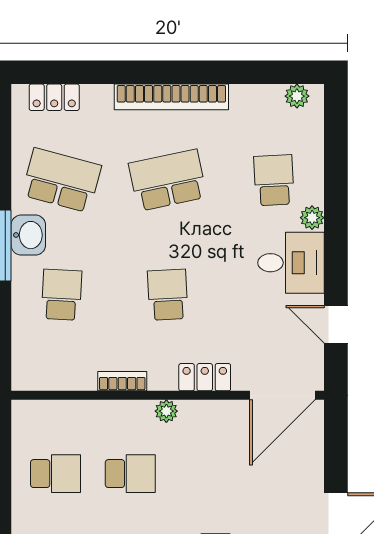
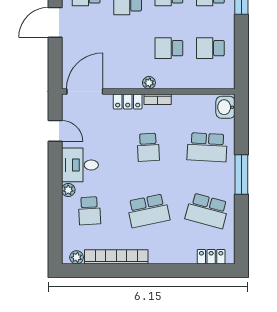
bookcase: (171, 97) -> (116, 257), moved
washbasin: (28, 235) -> (225, 107), moved
school desk: (62, 295) -> (207, 147), width x1.85
bookcase: (122, 381) -> (158, 99), moved

